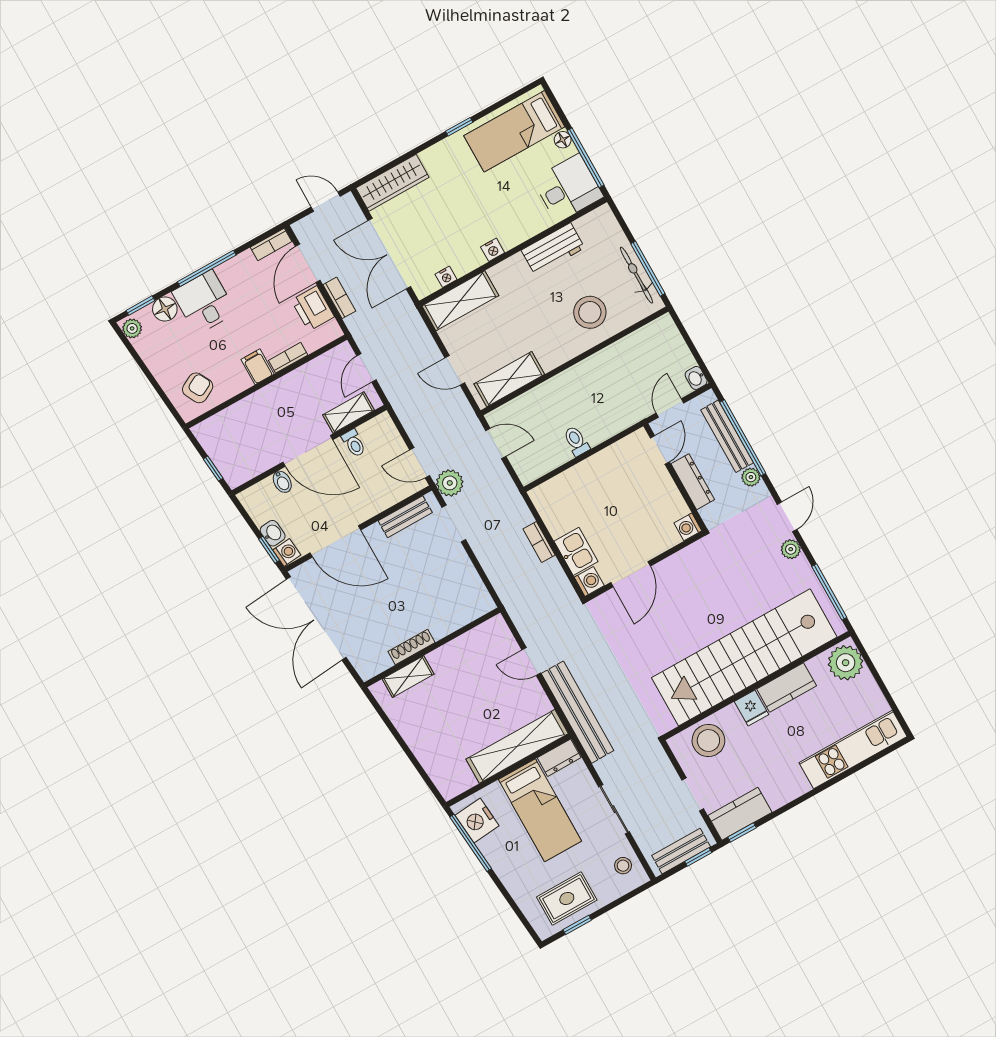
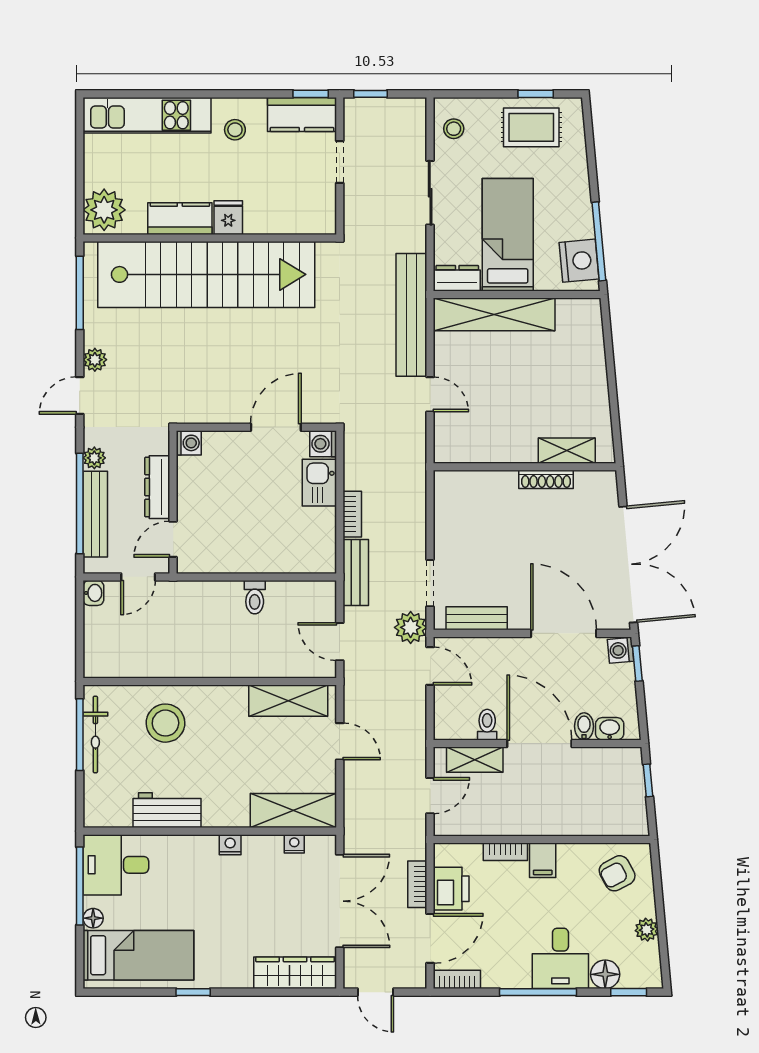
plant: (132, 328) -> (647, 930), moved
washbasin: (273, 533) -> (610, 729), moved, turned 95
stool: (708, 740) -> (235, 130), moved, width x0.53, depth x0.53
bench: (681, 851) -> (356, 573), moved, turned 90

